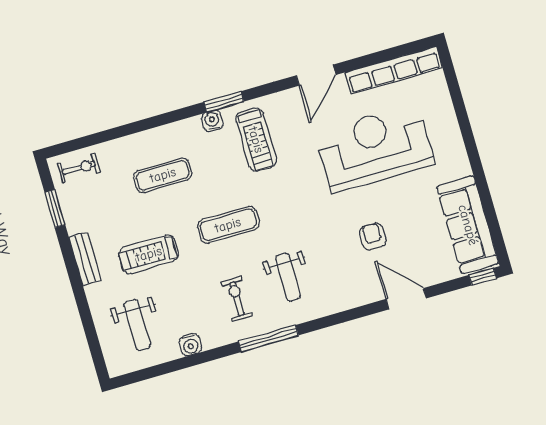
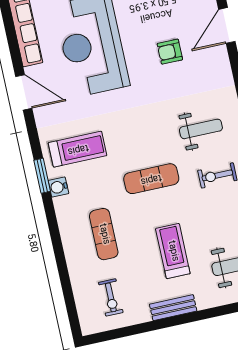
exercise bike: (79, 168) -> (111, 297), moved, turned 180
window: (55, 208) -> (127, 331), removed
exercise mat: (228, 225) -> (151, 179), turned 90
treadmill: (149, 254) -> (173, 251), turned 180

